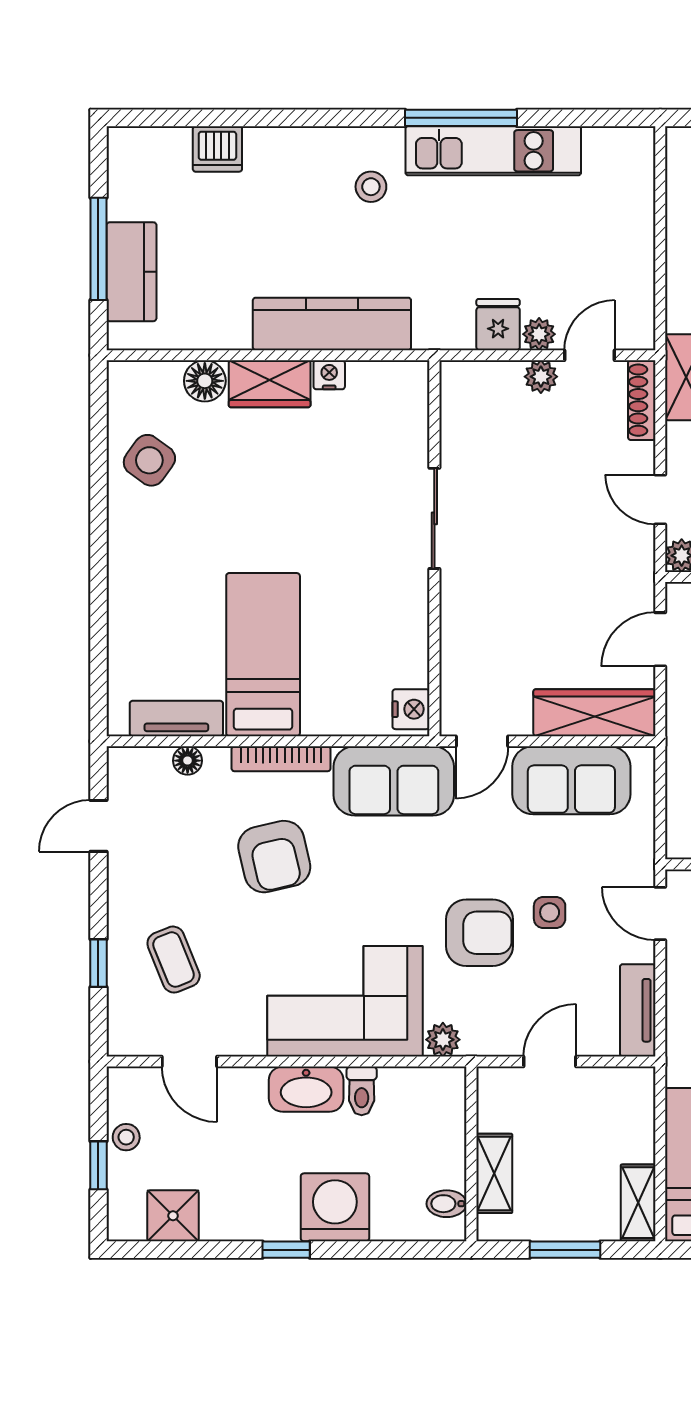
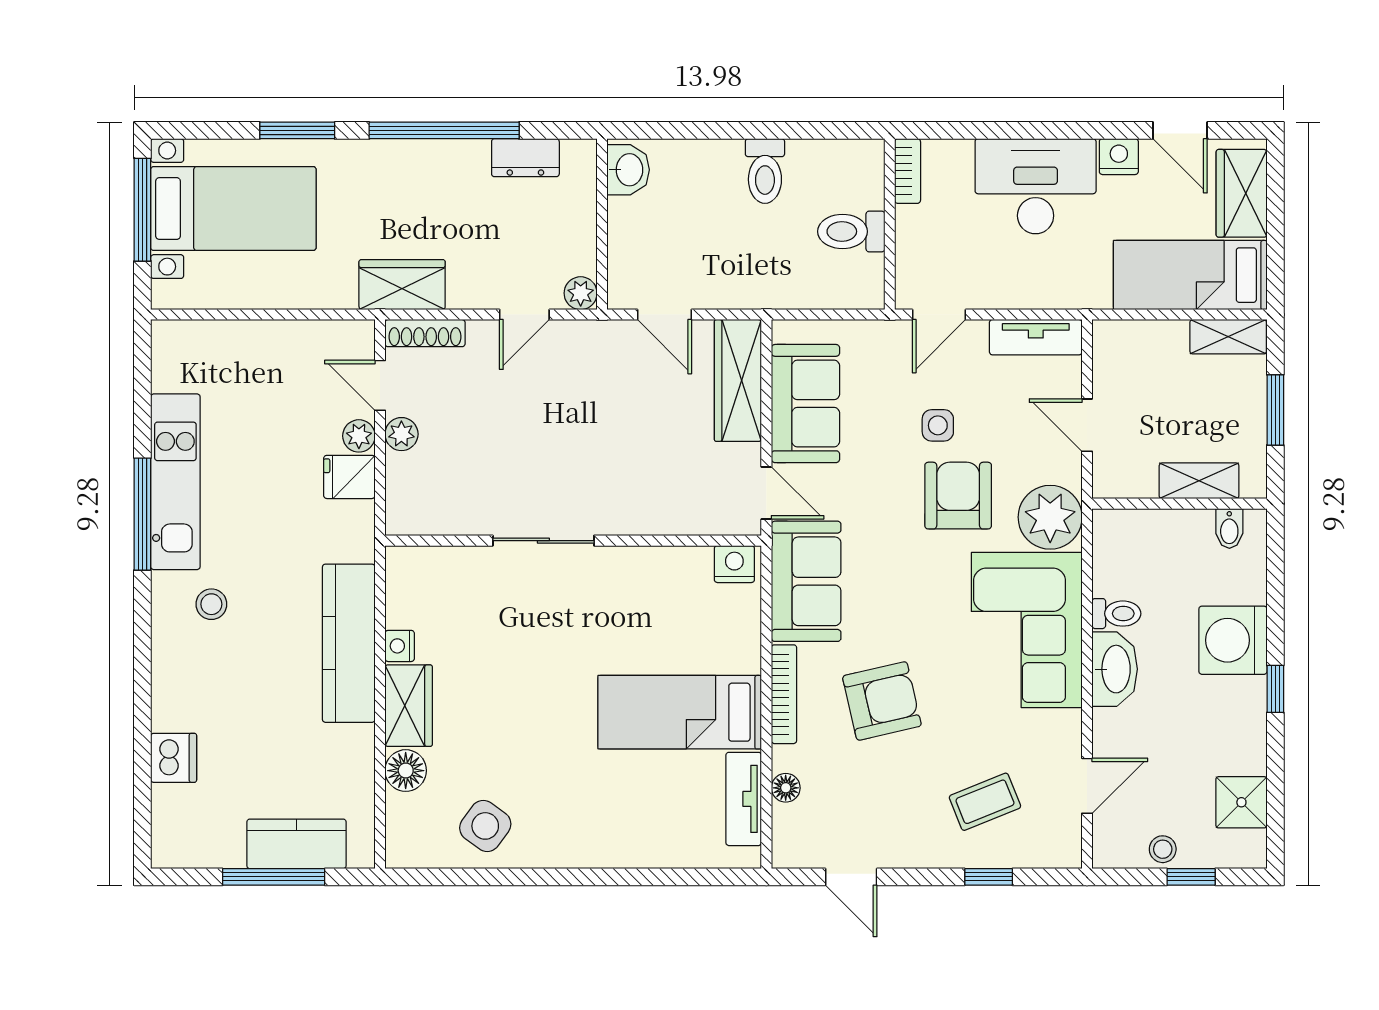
plant: (443, 1040) -> (1050, 517), width x1.87, depth x1.87

